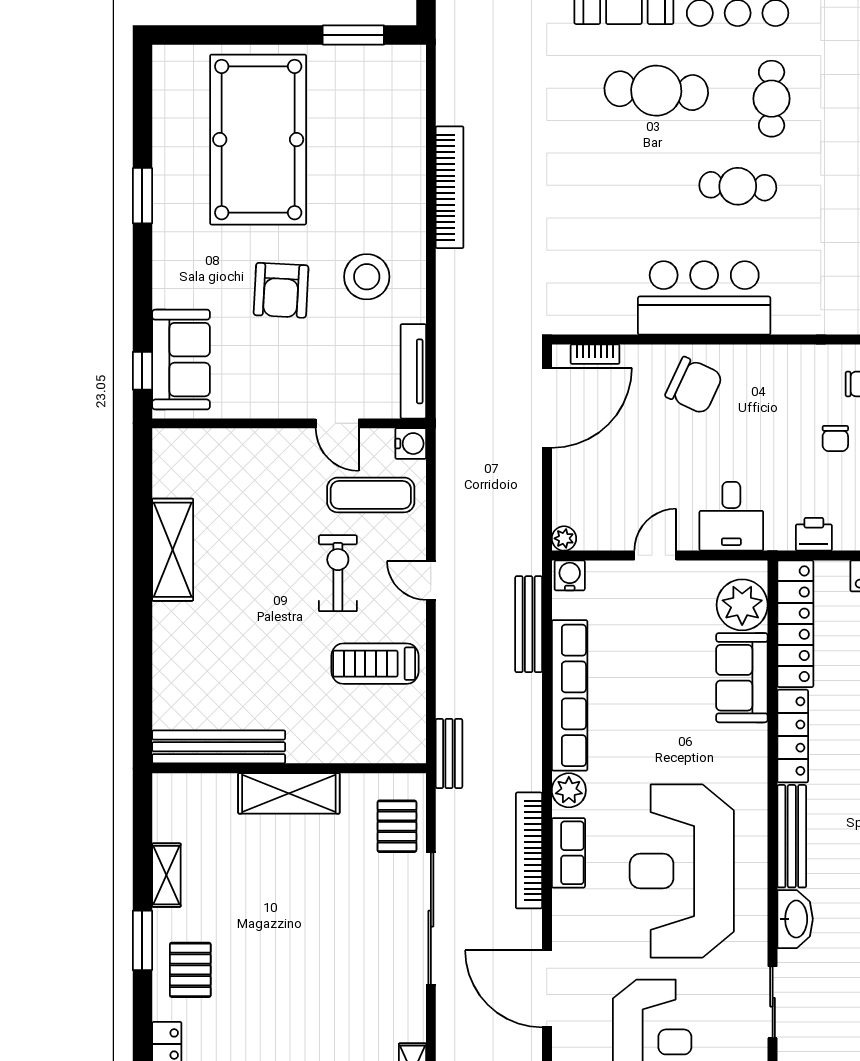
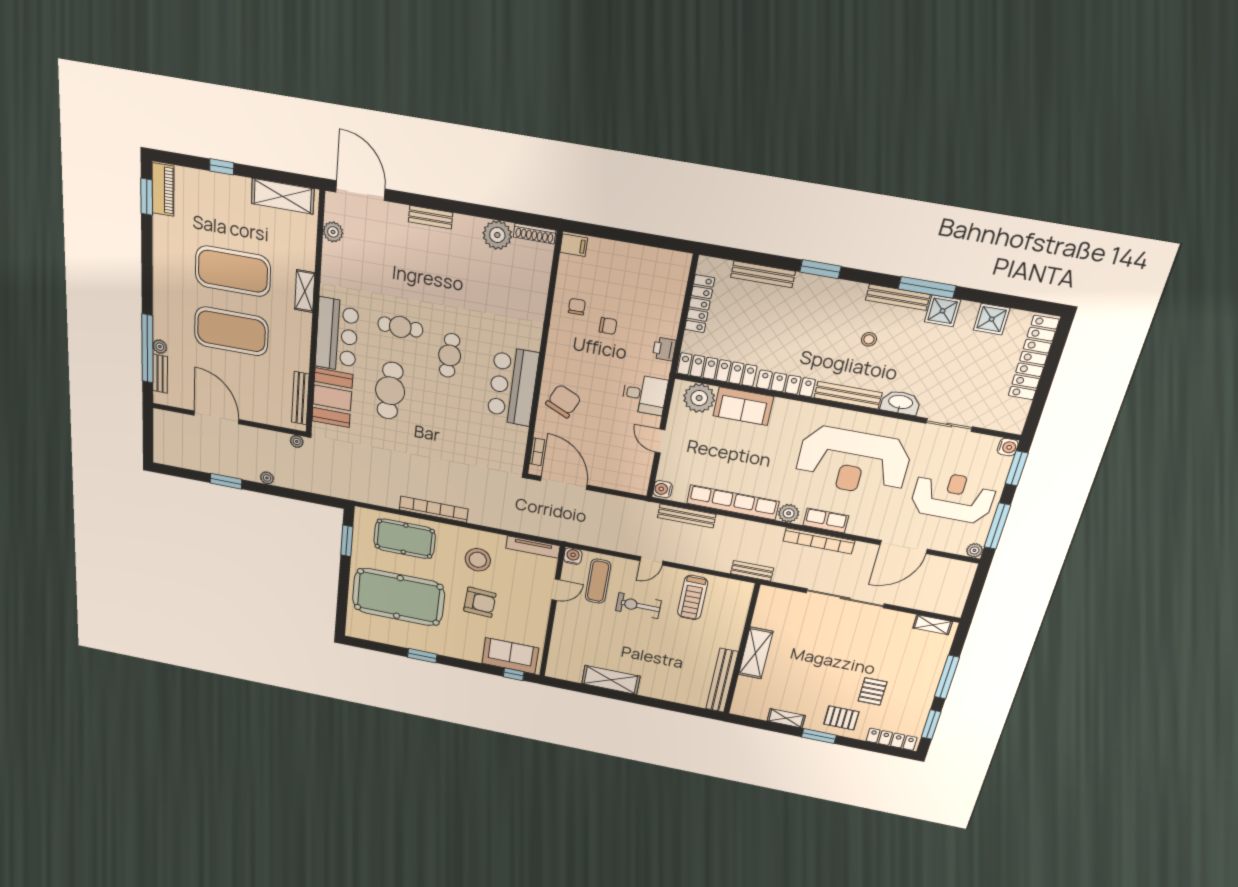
pool table: (380, 140) -> (405, 539), added
plant: (564, 538) -> (641, 488), removed
pallet: (397, 826) -> (873, 691), moved, turned 90

